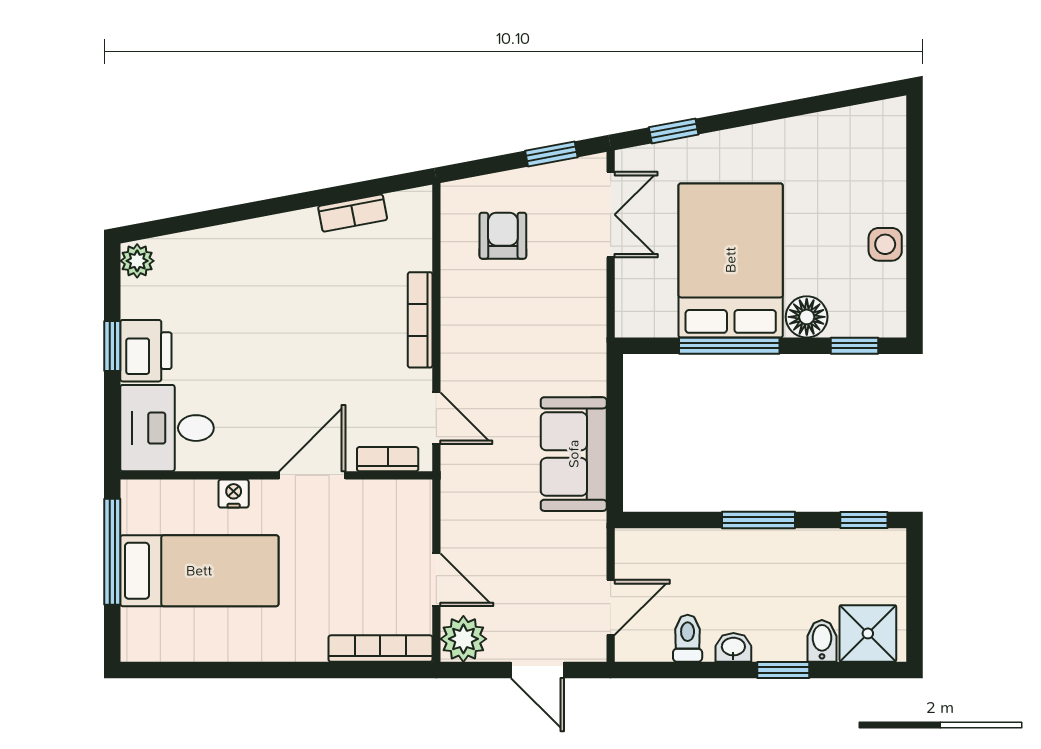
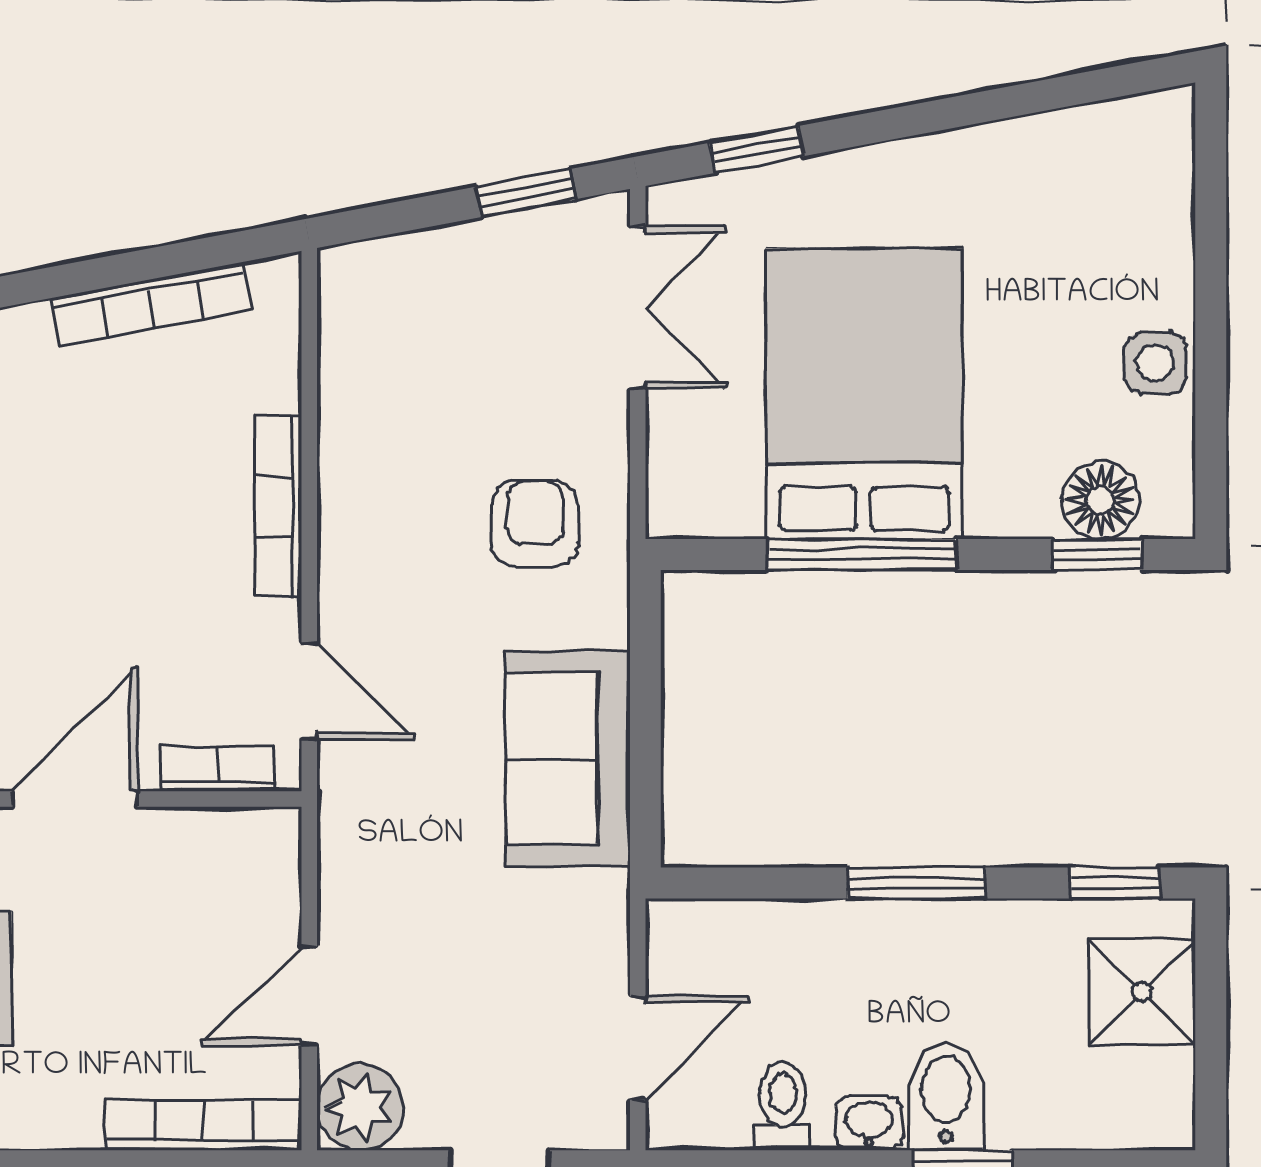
bookcase: (353, 213) -> (151, 304), width x1.56
armchair: (503, 236) -> (535, 524), moved
floor lamp: (807, 317) -> (1100, 500), moved
door: (436, 580) -> (309, 996), swing flipped
shower: (868, 633) -> (1142, 992), moved
bidet: (822, 641) -> (946, 1097), moved, width x1.38, depth x1.36

